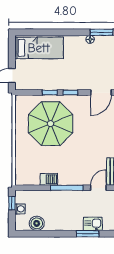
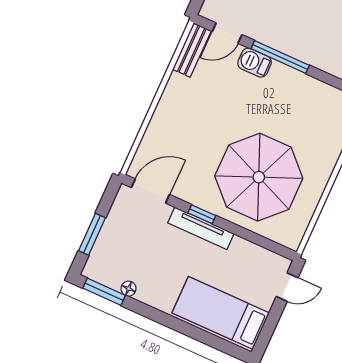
tv unit: (68, 85) -> (201, 228), added
window: (50, 93) -> (236, 230), removed
barbecue: (49, 179) -> (255, 63), moved

